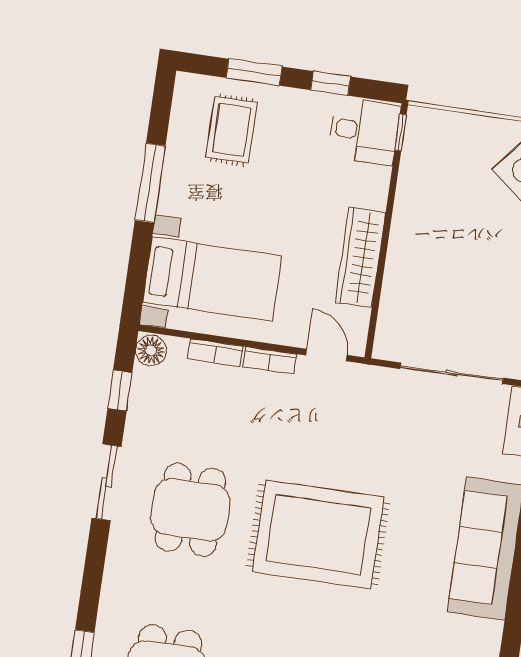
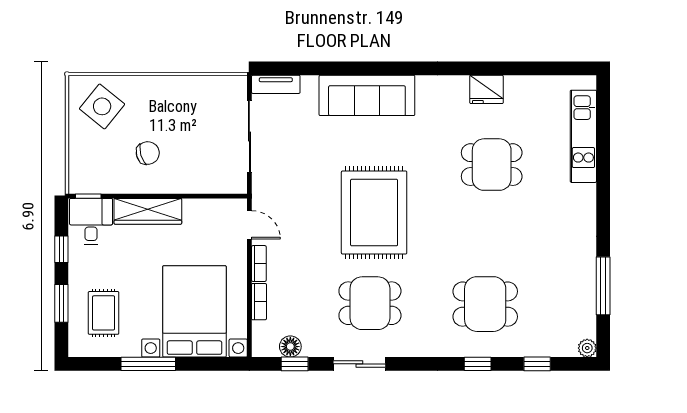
rug: (232, 130) -> (104, 313), turned 90
chair: (449, 226) -> (148, 153), added
wardrobe: (360, 257) -> (148, 211), moved
bed with nightstands: (212, 279) -> (194, 311), width x1.36
floor lamp: (151, 350) -> (290, 347), moved
door: (326, 355) -> (249, 225), swing flipped

